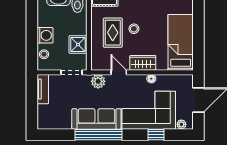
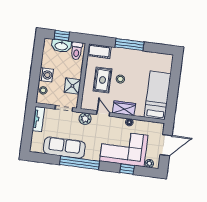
sofa: (96, 119) -> (64, 148), moved

